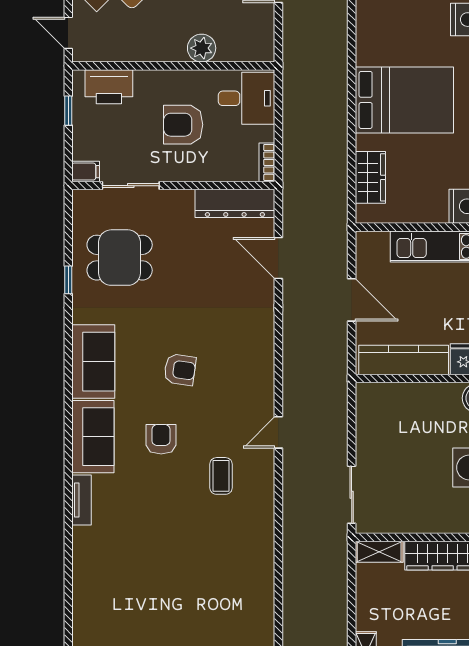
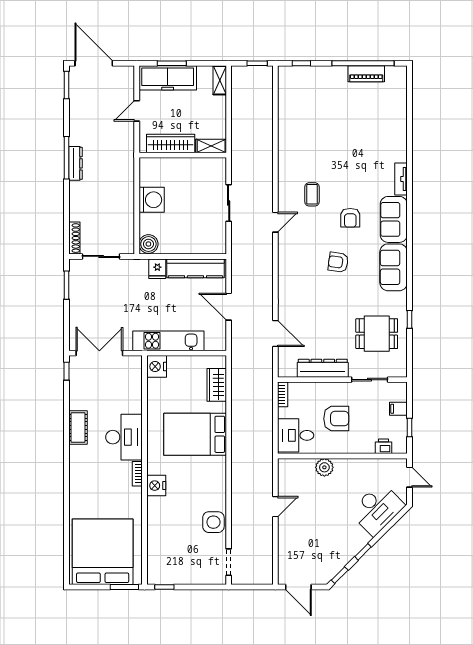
printer: (109, 87) -> (384, 446), width x0.53, depth x0.68
filing cabinet: (86, 172) -> (398, 409), moved
dresser: (235, 203) -> (323, 368), moved
sliding door: (352, 495) -> (229, 203), moved

